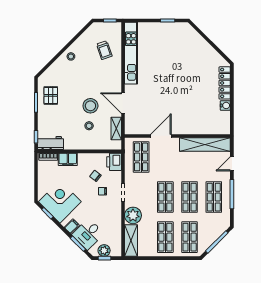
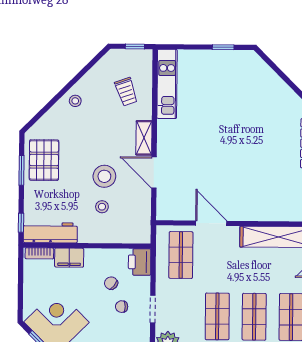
kitchen unit: (131, 53) -> (167, 84), width x0.73
pallet: (51, 95) -> (44, 160), width x1.50, depth x1.42
shelving: (116, 129) -> (144, 138), moved
door: (161, 136) -> (211, 223), hinge flipped
workbench: (50, 143) -> (50, 233), width x1.38

